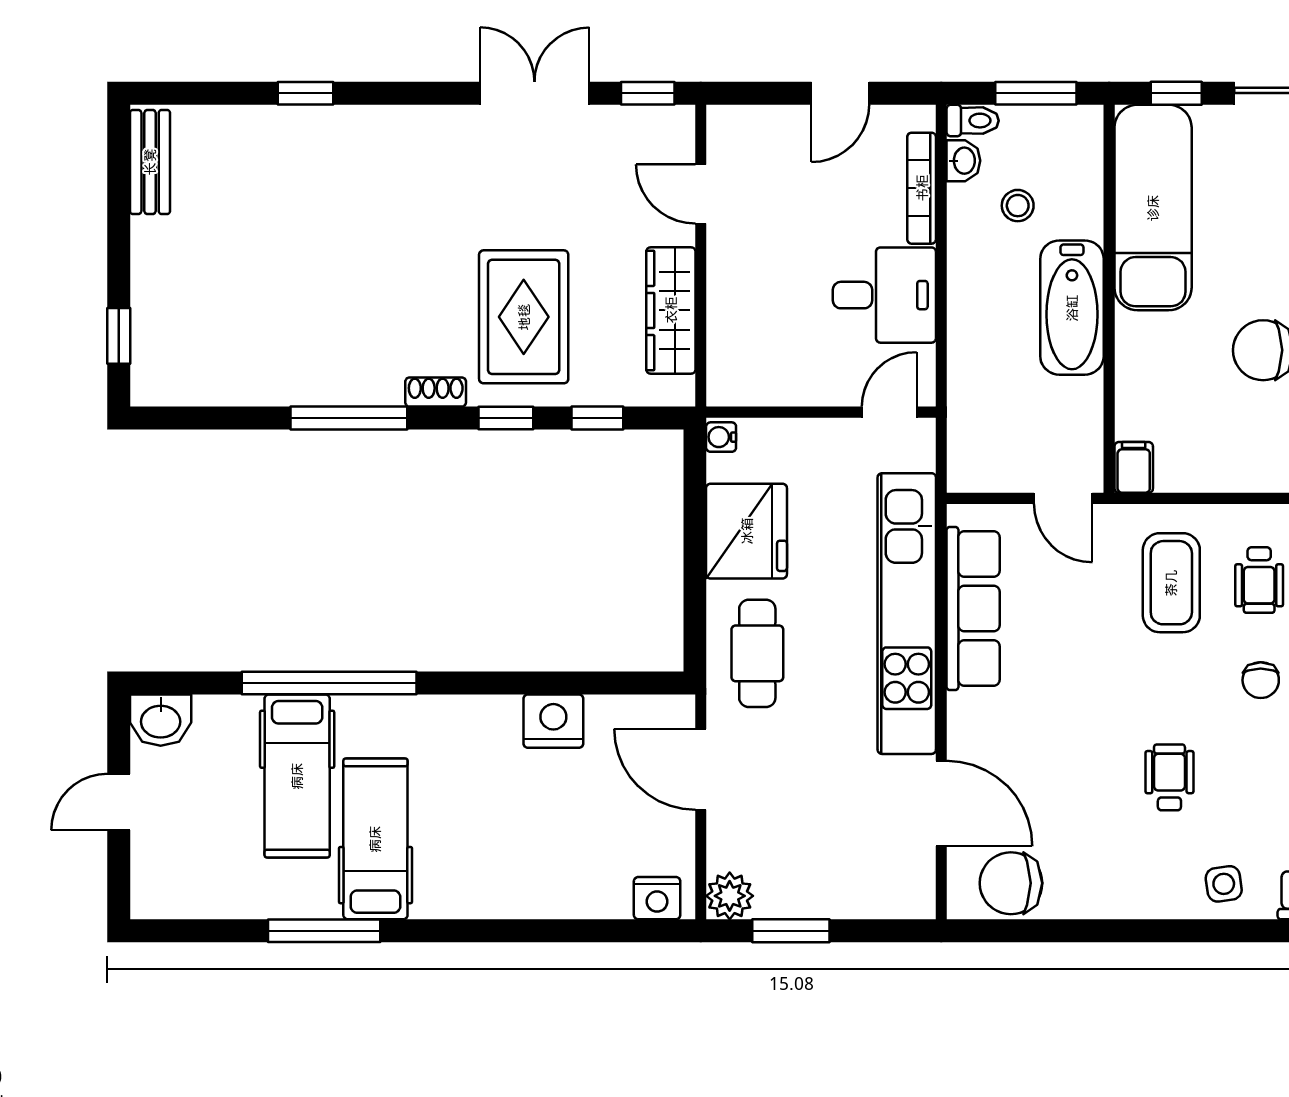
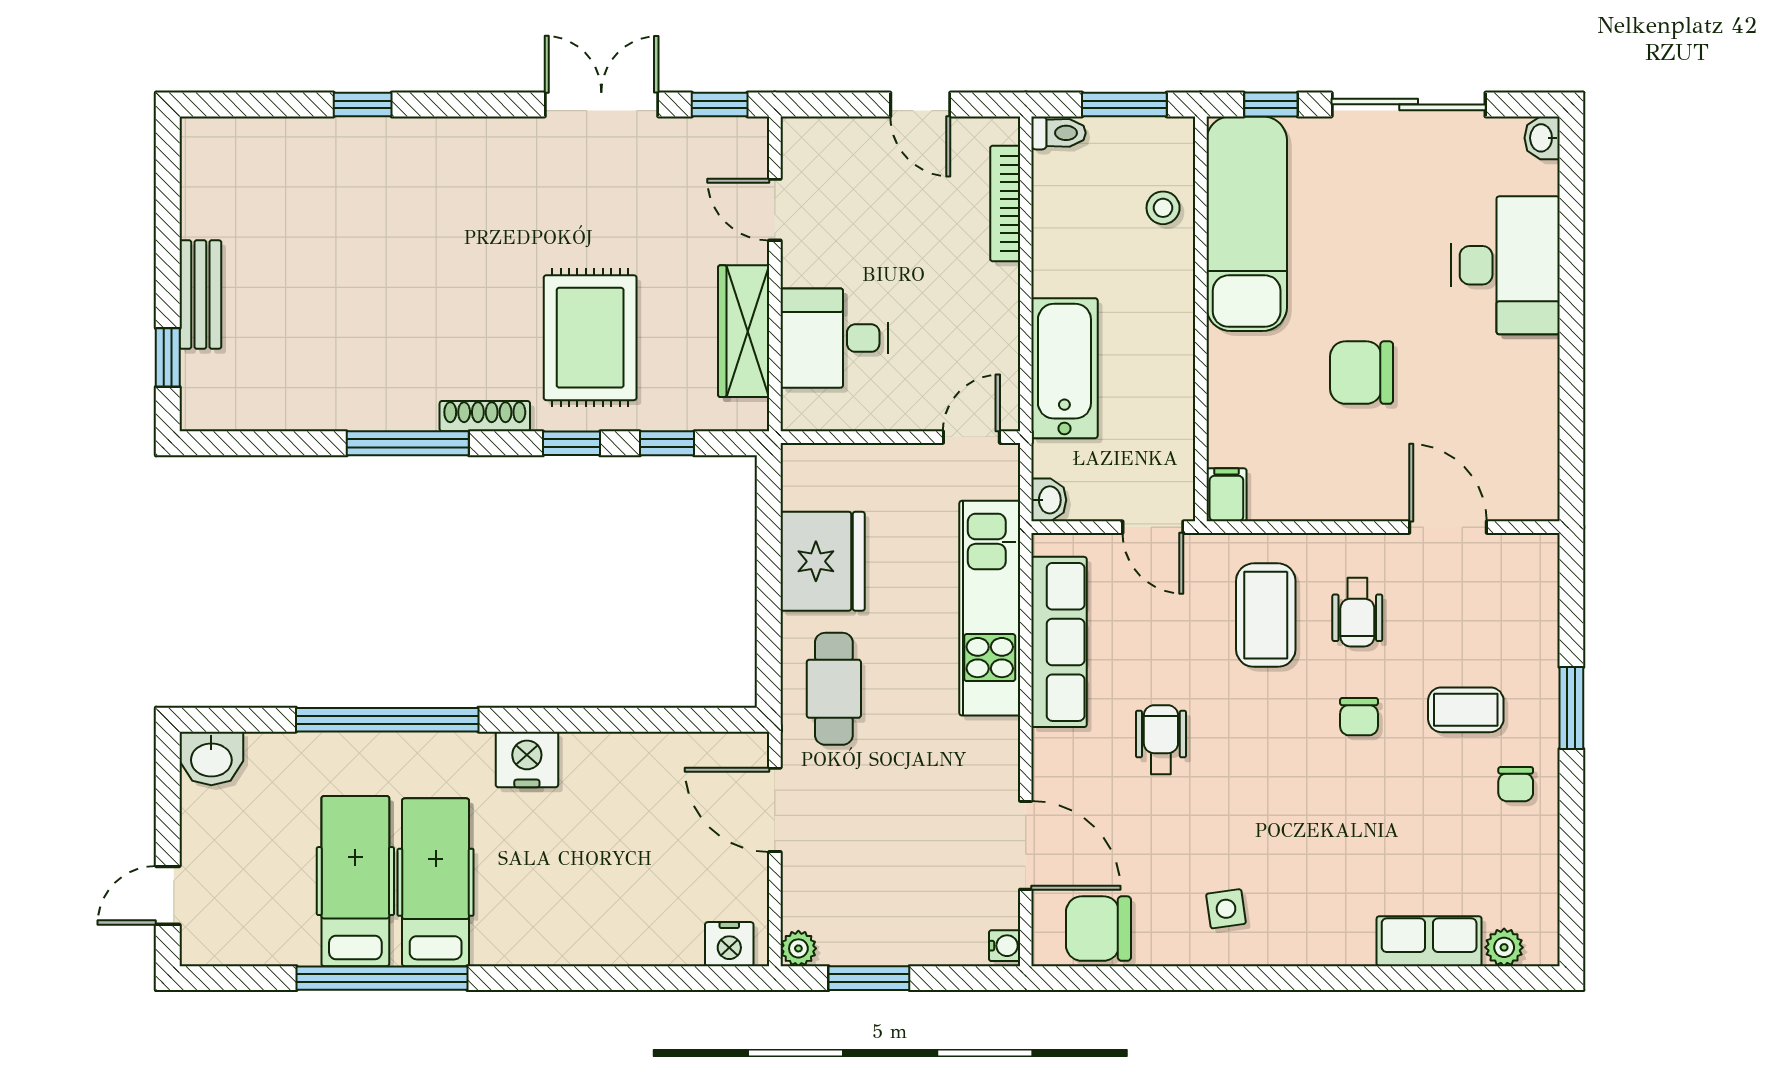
door: (840, 93) -> (920, 104), hinge flipped
washbasin: (963, 161) -> (1049, 500), moved
bench: (150, 162) -> (200, 295), moved
stool: (1018, 206) -> (1163, 208), moved
desk: (884, 295) -> (834, 338), moved, turned 180
bathtub: (1072, 308) -> (1064, 368), moved, turned 180
shoe rack: (436, 392) -> (485, 416), width x1.43
water cooler: (721, 437) -> (1005, 946), moved, turned 180
kitchen unit: (907, 614) -> (990, 608), width x0.73
nightstand: (553, 721) -> (527, 759), moved
hospital bed: (297, 776) -> (355, 881), moved, turned 180
wheelchair: (1169, 777) -> (1161, 740), moved
door: (119, 802) -> (168, 895), moved
side table: (1224, 884) -> (1226, 909), moved
plant: (730, 896) -> (798, 948), width x0.73, depth x0.73
window: (324, 931) -> (382, 978), width x1.46

